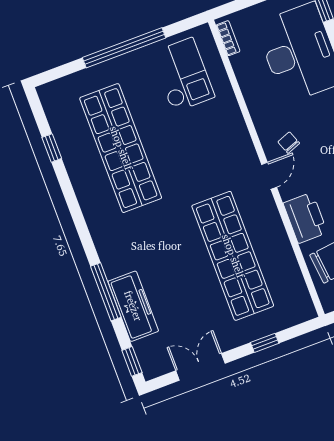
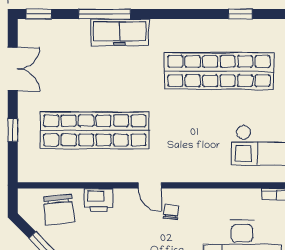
chair: (289, 143) -> (171, 212), turned -62
printer: (305, 218) -> (98, 200), width x0.73, depth x0.84
freezer: (133, 306) -> (120, 32), moved

